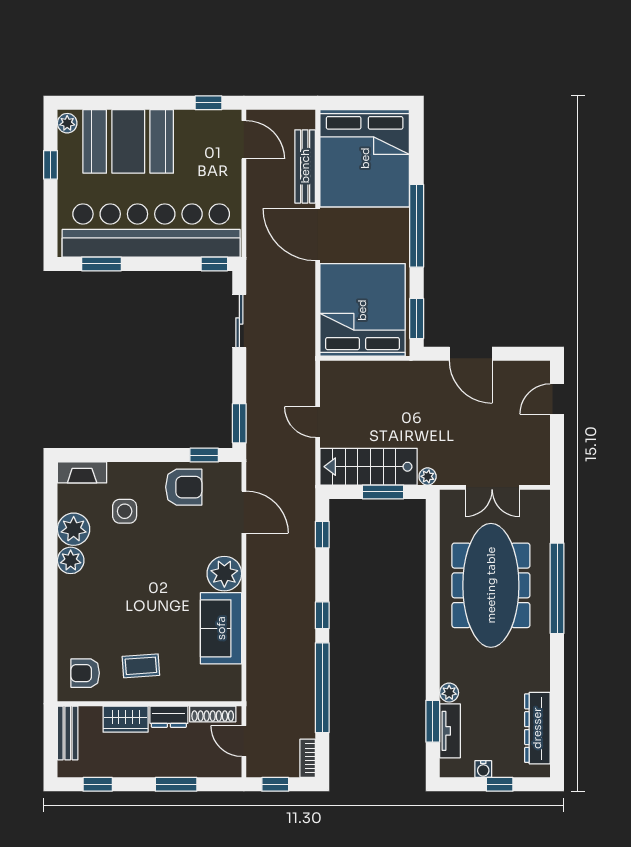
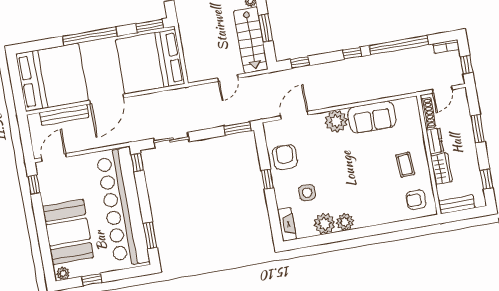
window: (204, 455) -> (267, 179), moved
armchair: (85, 673) -> (416, 200), turned 90

